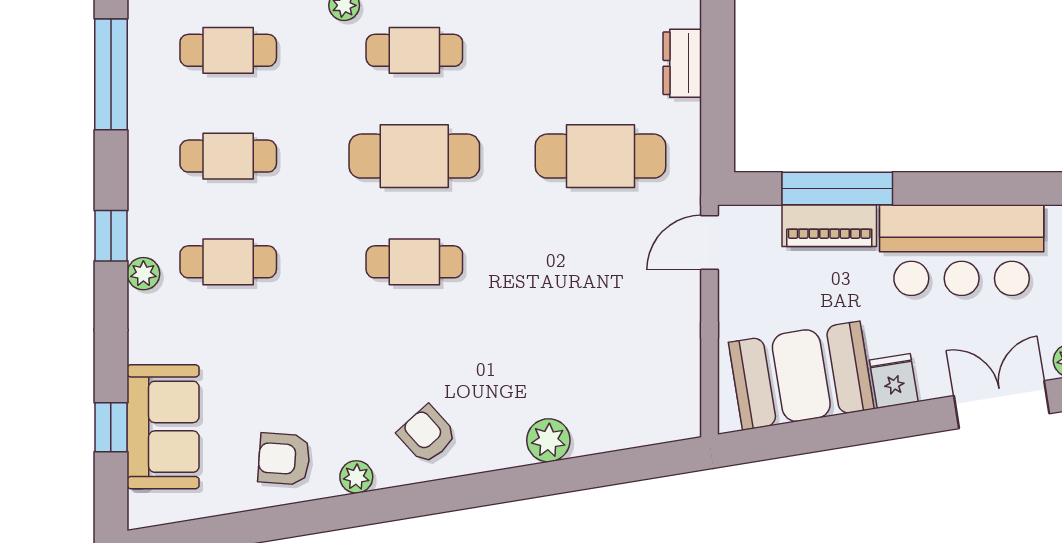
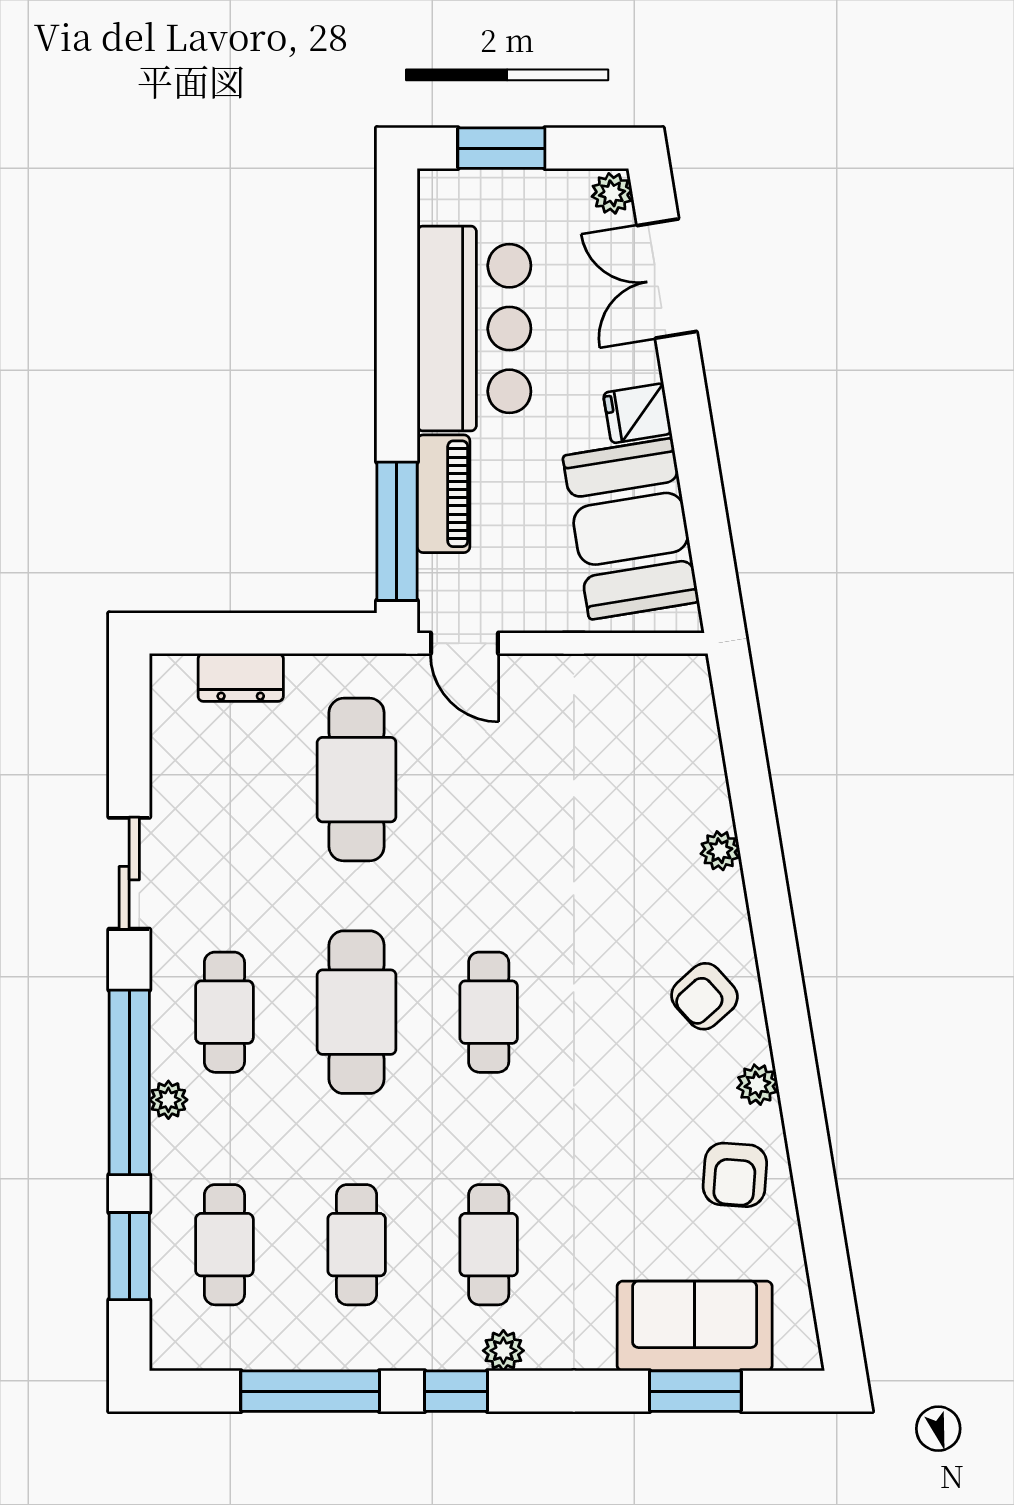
window: (111, 74) -> (310, 1391), moved
window: (837, 188) -> (397, 531), moved
window: (111, 427) -> (695, 1391), width x1.50
plant: (548, 440) -> (720, 851), width x0.73, depth x0.73

